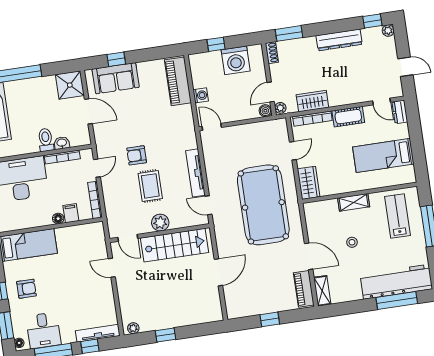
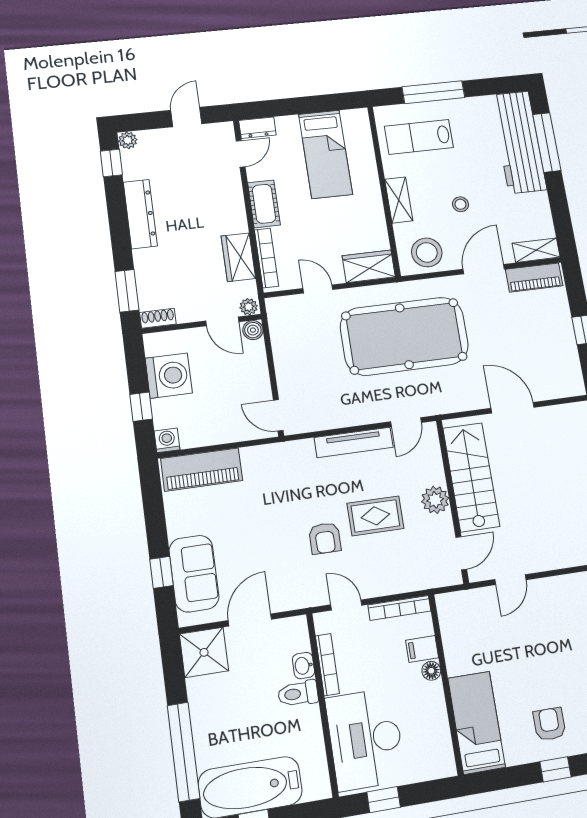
washing machine: (201, 95) -> (167, 440), moved
door: (212, 127) -> (278, 415), hinge flipped
stool: (319, 220) -> (427, 252), added

